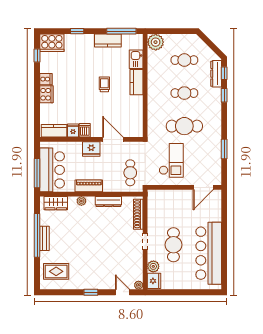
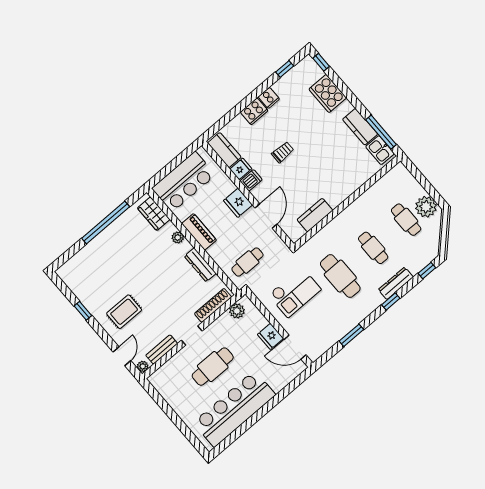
window: (77, 31) -> (321, 62), moved
plant: (156, 42) -> (426, 207), moved
cooker: (52, 43) -> (328, 93), moved
kitchen sink: (136, 59) -> (380, 150), moved, turned -90
dresser: (216, 74) -> (396, 283), moved
kitchen counter: (137, 82) -> (315, 215), moved
trolley: (104, 84) -> (283, 152), moved
window: (224, 95) -> (391, 302), moved
window: (37, 173) -> (168, 169), removed
bench: (44, 238) -> (162, 349), moved
plant: (153, 266) -> (237, 311), moved
rug: (56, 271) -> (124, 312), moved, turned 90
fridge: (154, 281) -> (270, 336), moved, turned 90
window: (91, 292) -> (83, 311), moved

